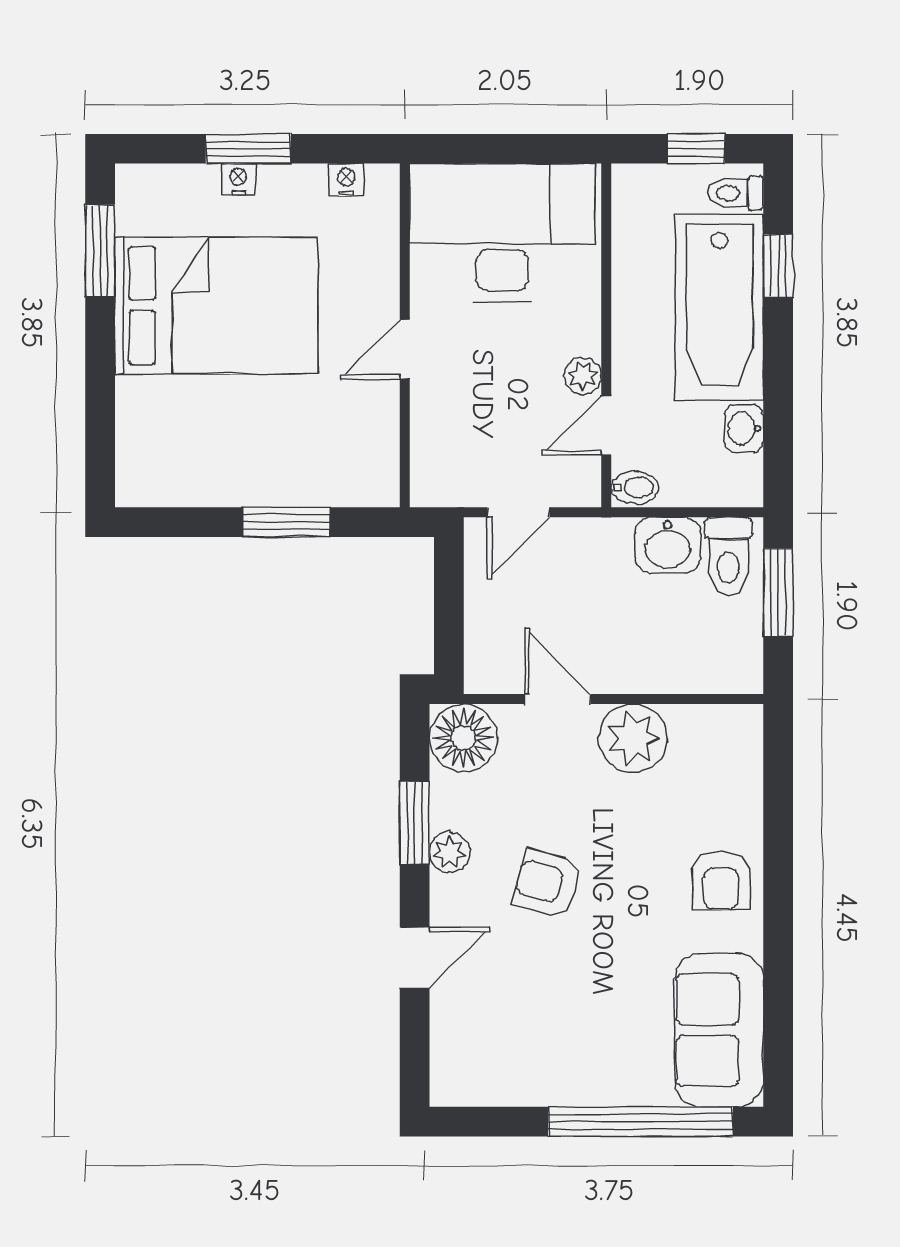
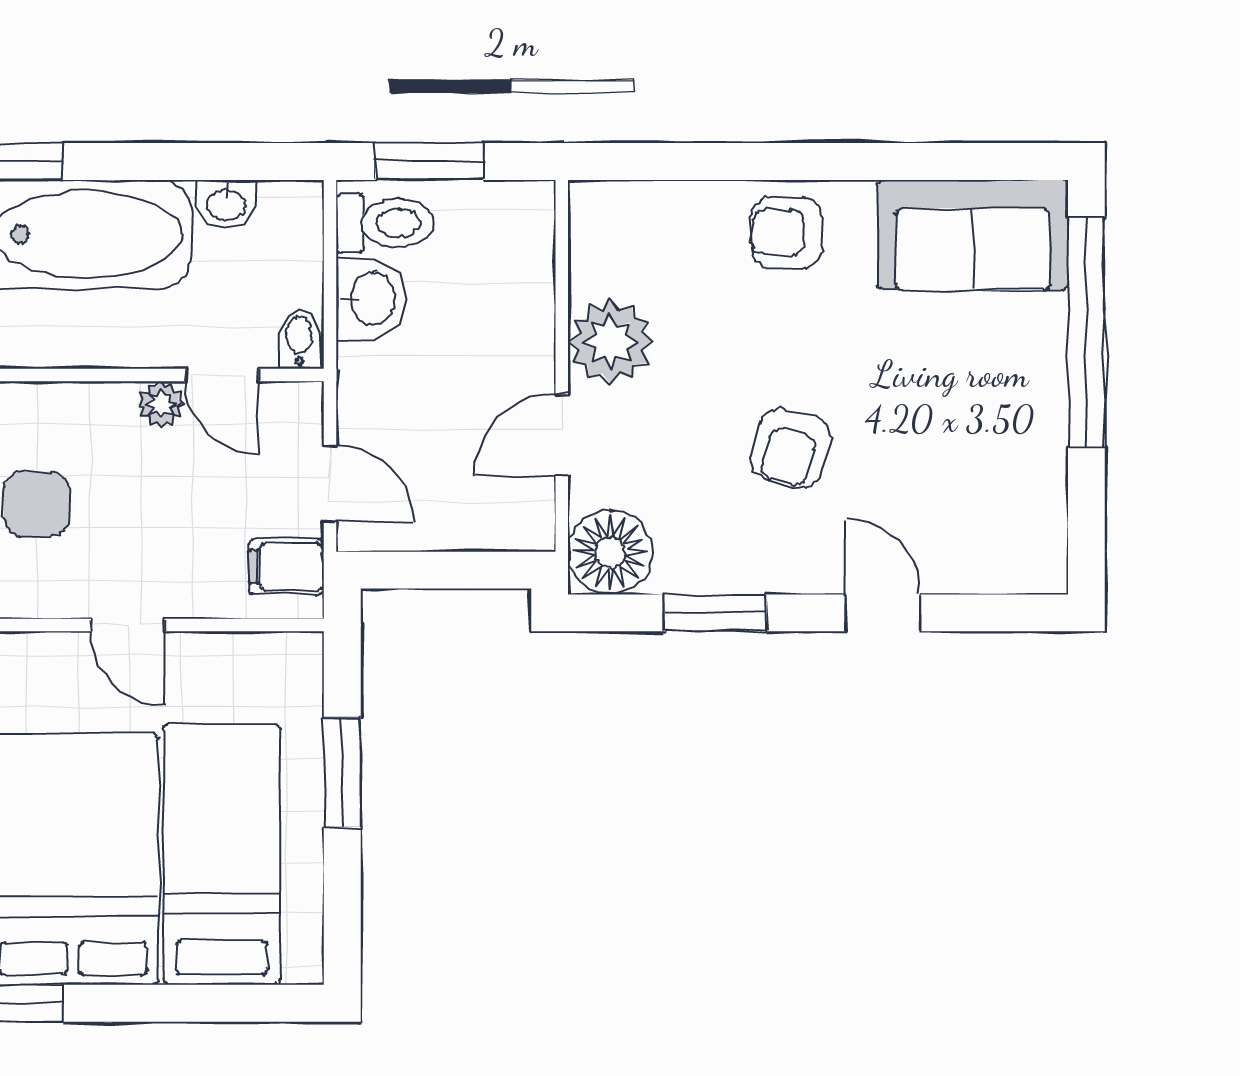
bed: (220, 425) -> (222, 855), added
filing cabinet: (452, 477) -> (287, 567), added
plant: (450, 852) -> (752, 569), removed
armchair: (721, 880) -> (787, 232), turned 180

